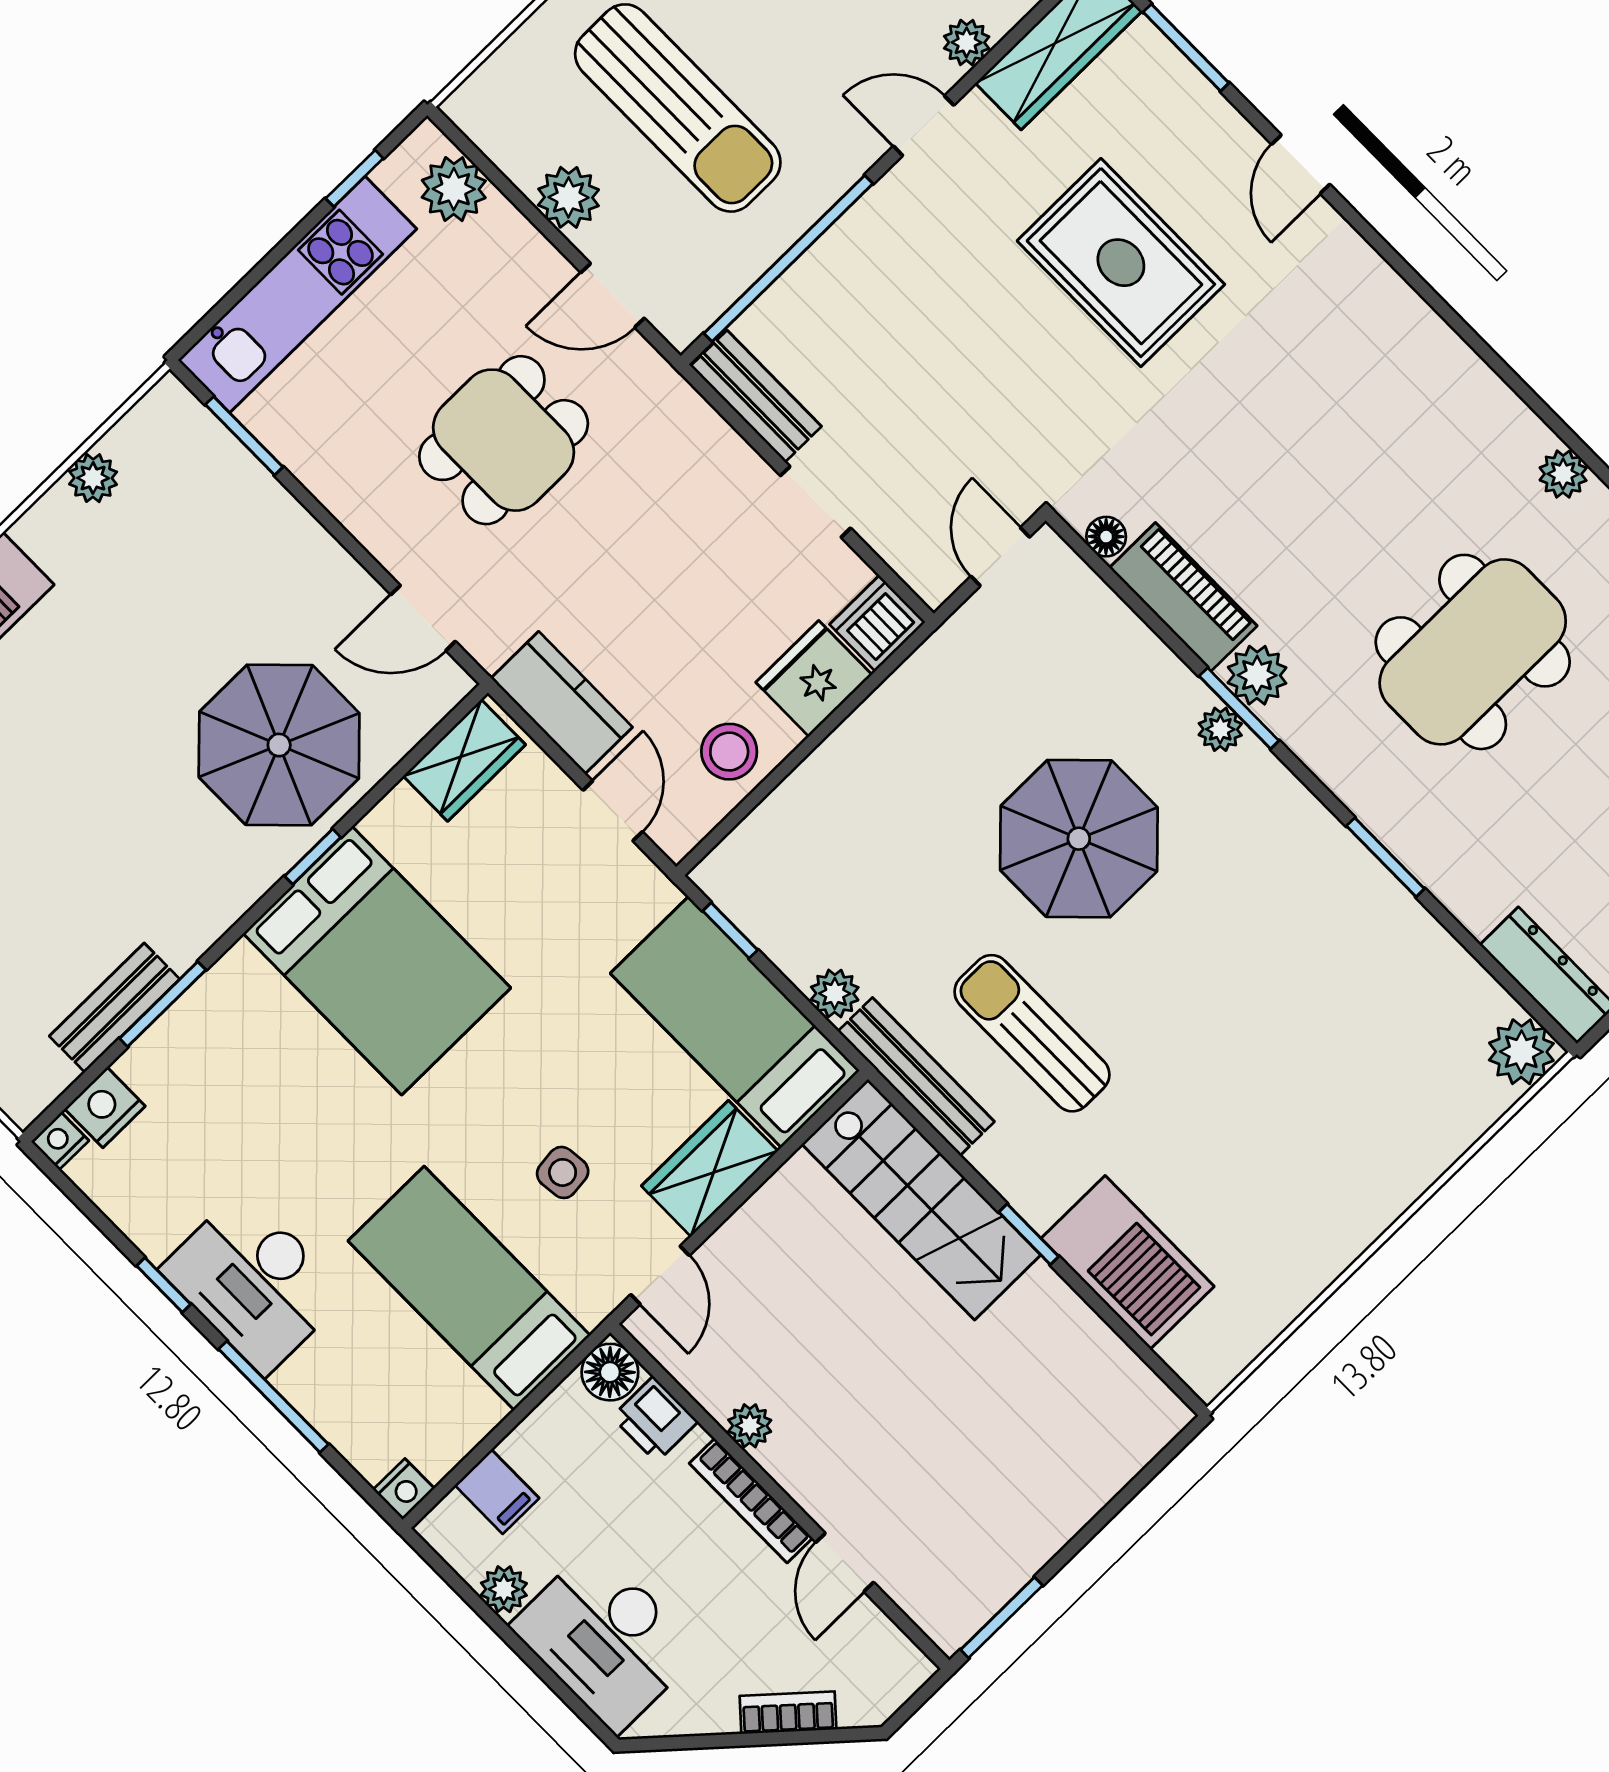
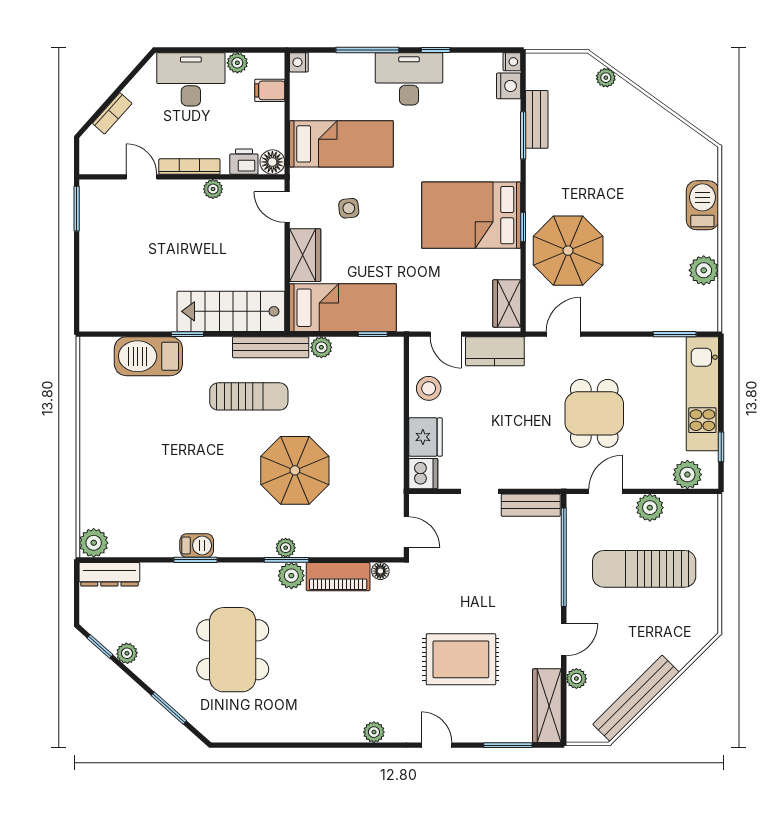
plant: (1563, 474) -> (374, 732), moved
plant: (93, 478) -> (704, 270), width x1.38, depth x1.38
barbecue: (1360, 879) -> (197, 546), added

